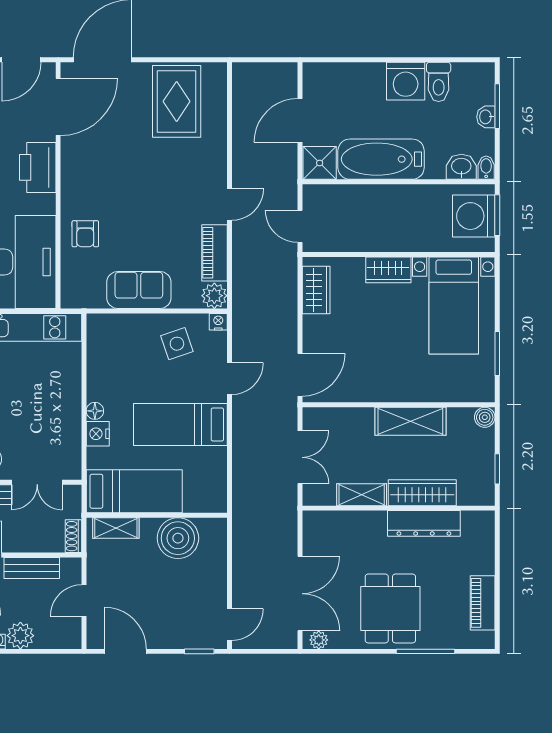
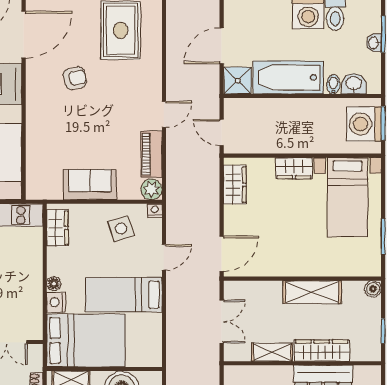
bidet: (486, 168) -> (333, 84), moved
armchair: (85, 234) -> (75, 78), moved, turned -102
wardrobe: (99, 343) -> (57, 228), added
bed: (134, 491) -> (86, 341), width x1.50

